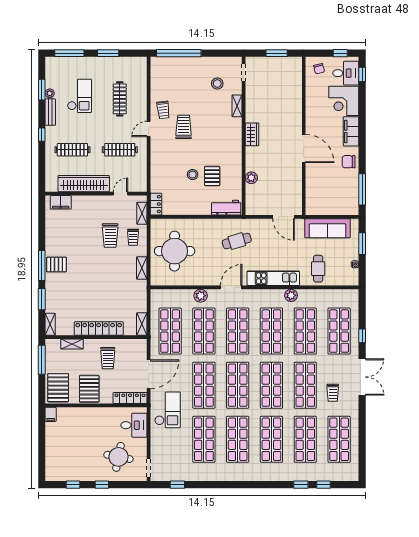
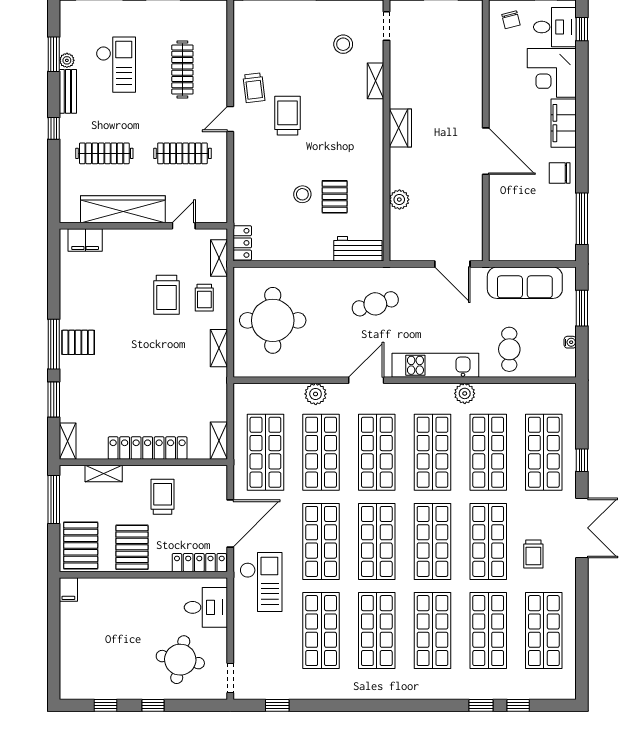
trolley: (108, 358) -> (163, 497), turned 180

